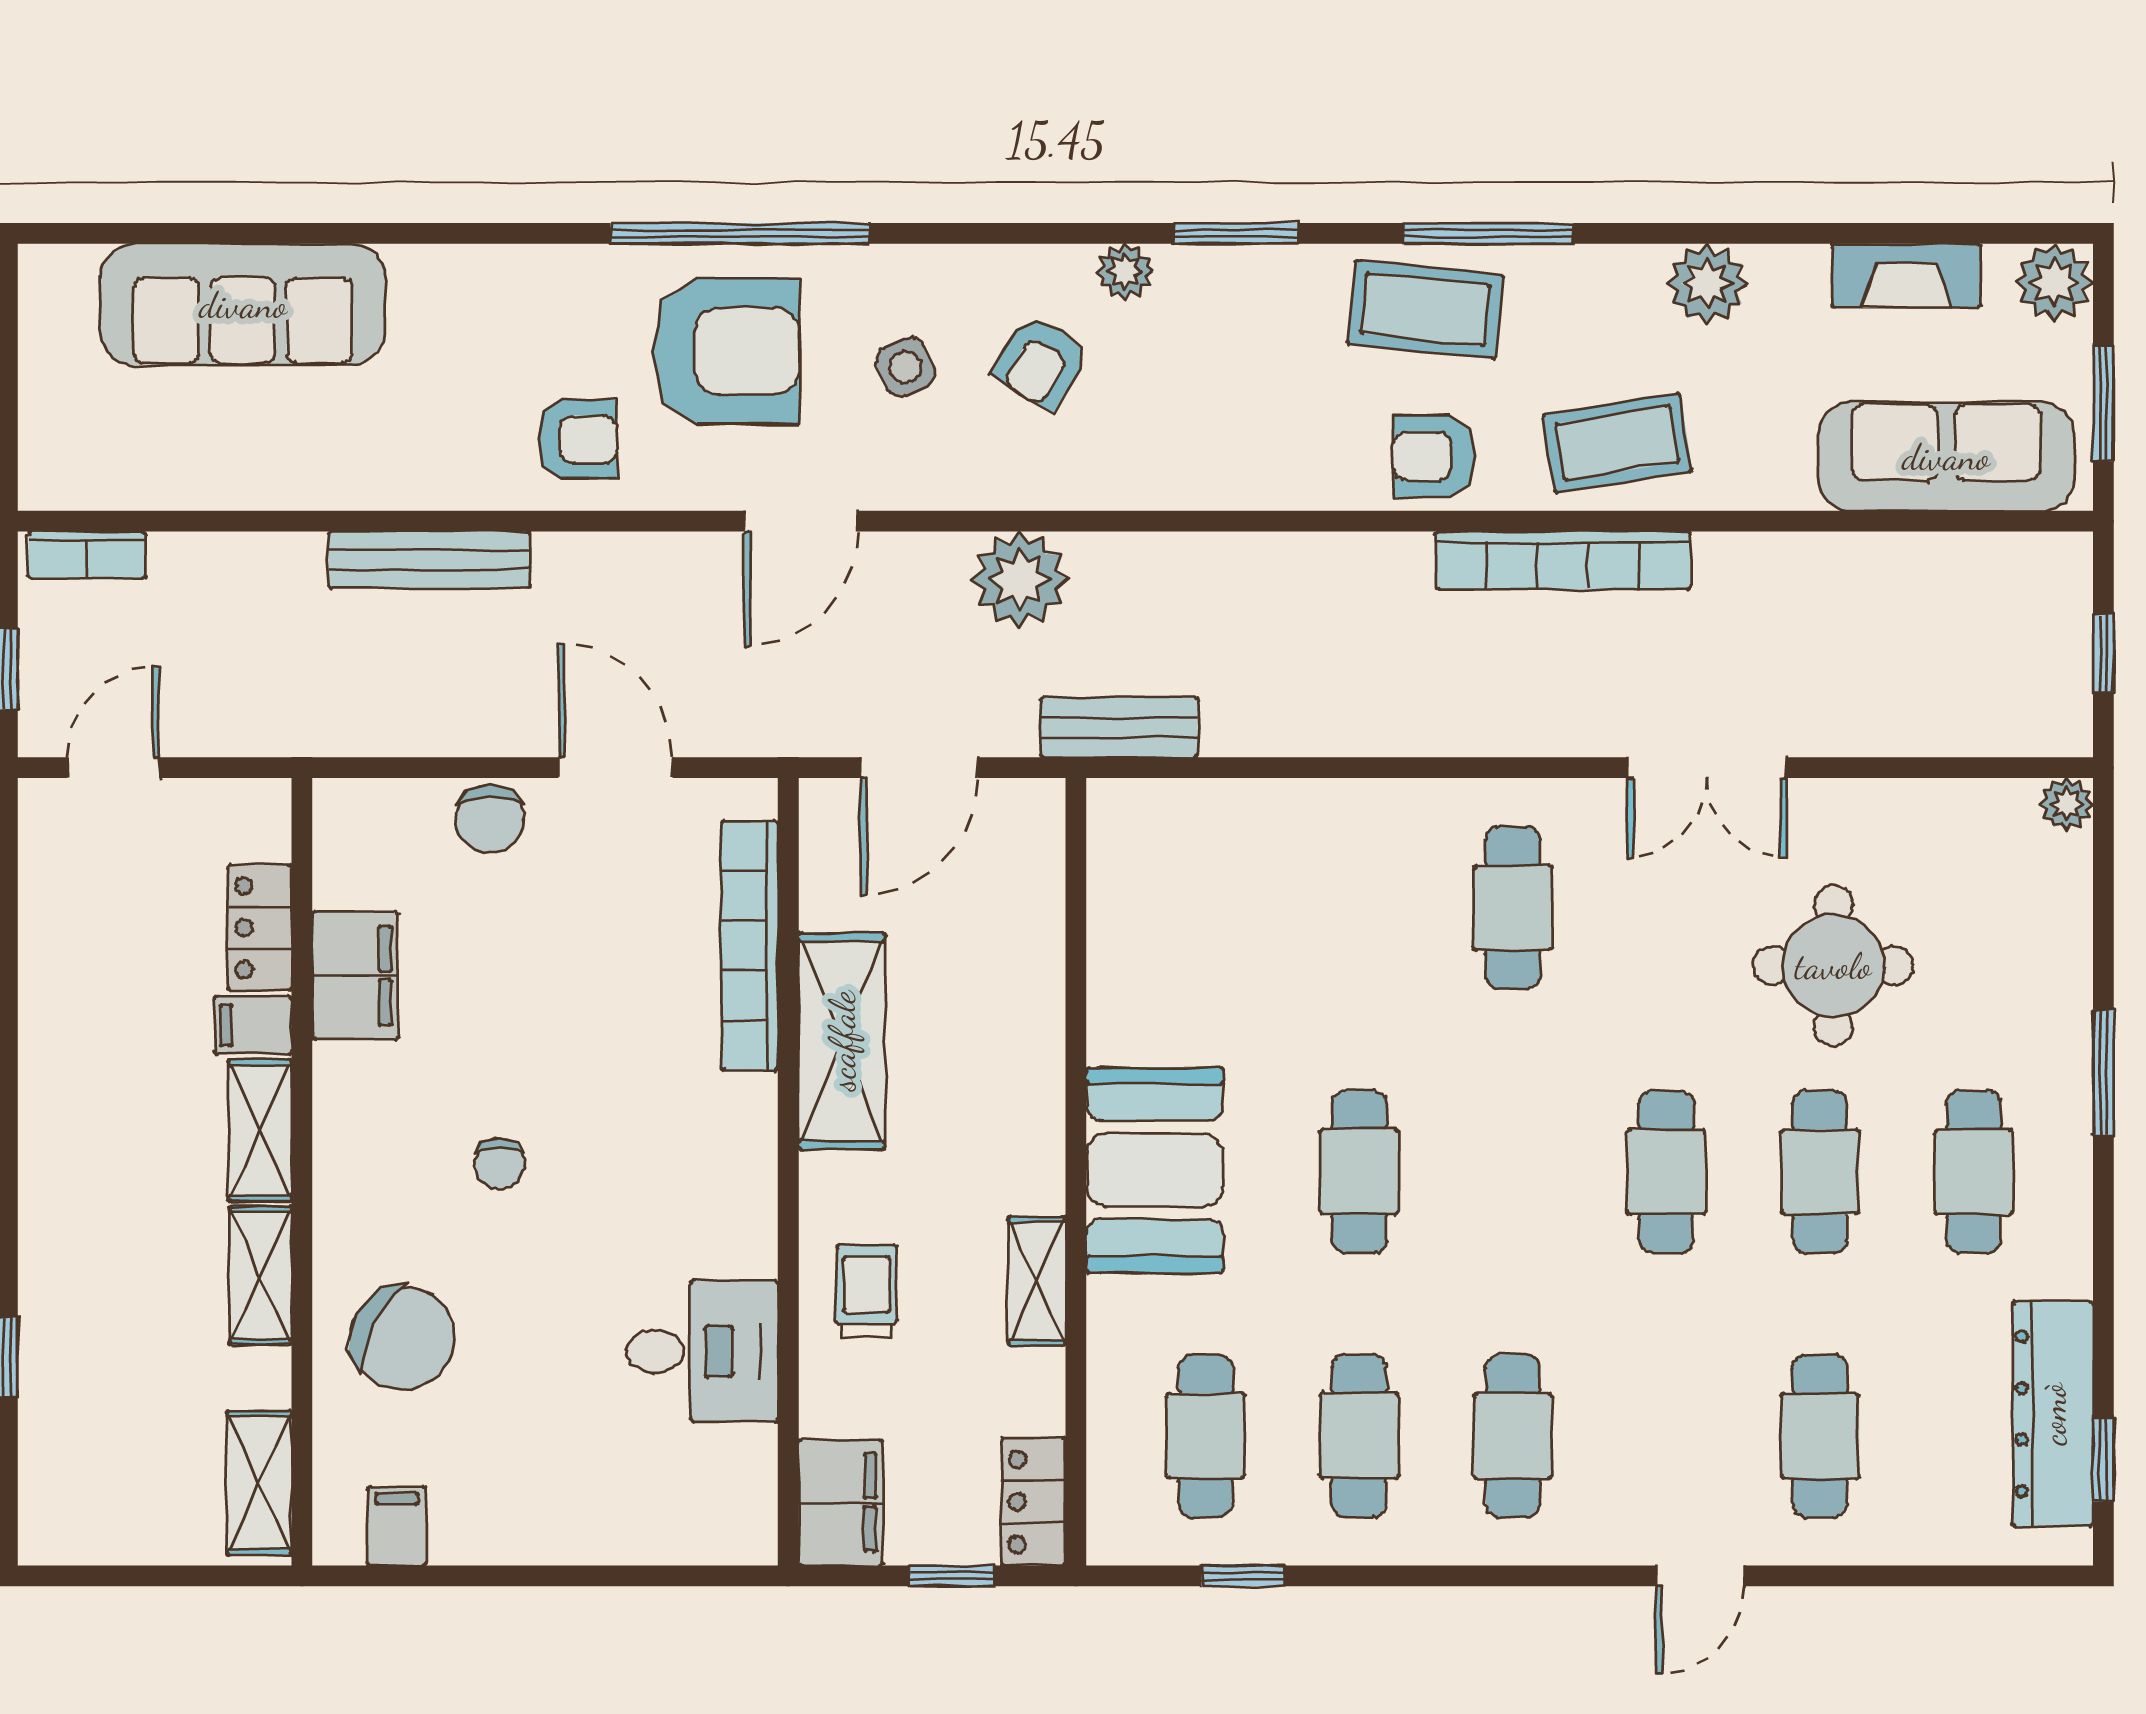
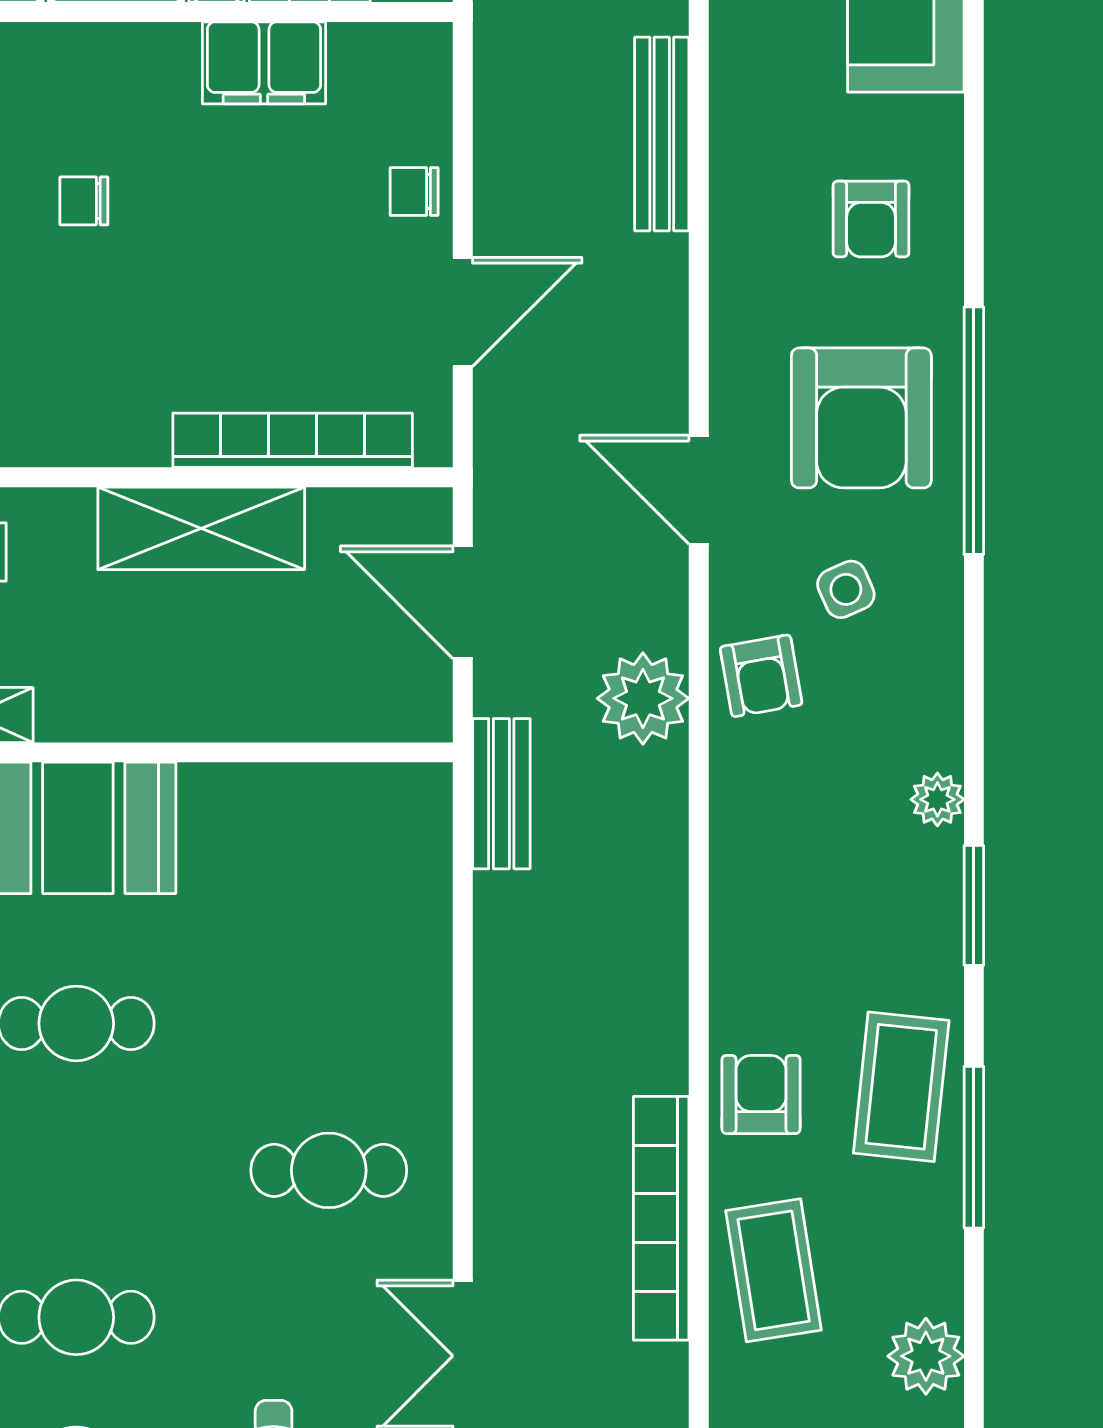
armchair: (1041, 362) -> (761, 676), moved, turned -132
armchair: (577, 439) -> (871, 219), moved
chair: (490, 819) -> (414, 191), width x0.73, depth x0.73

